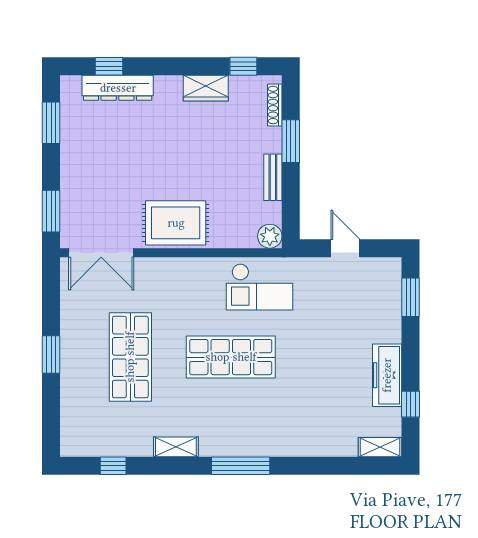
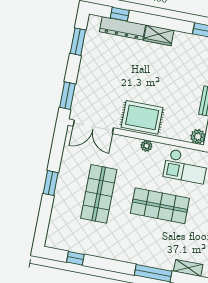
wardrobe: (206, 88) -> (159, 35), moved
plant: (191, 266) -> (147, 146), added
shelving: (176, 447) -> (188, 268), moved

